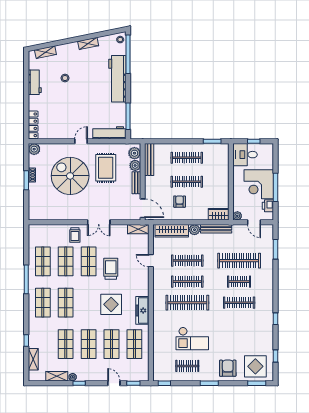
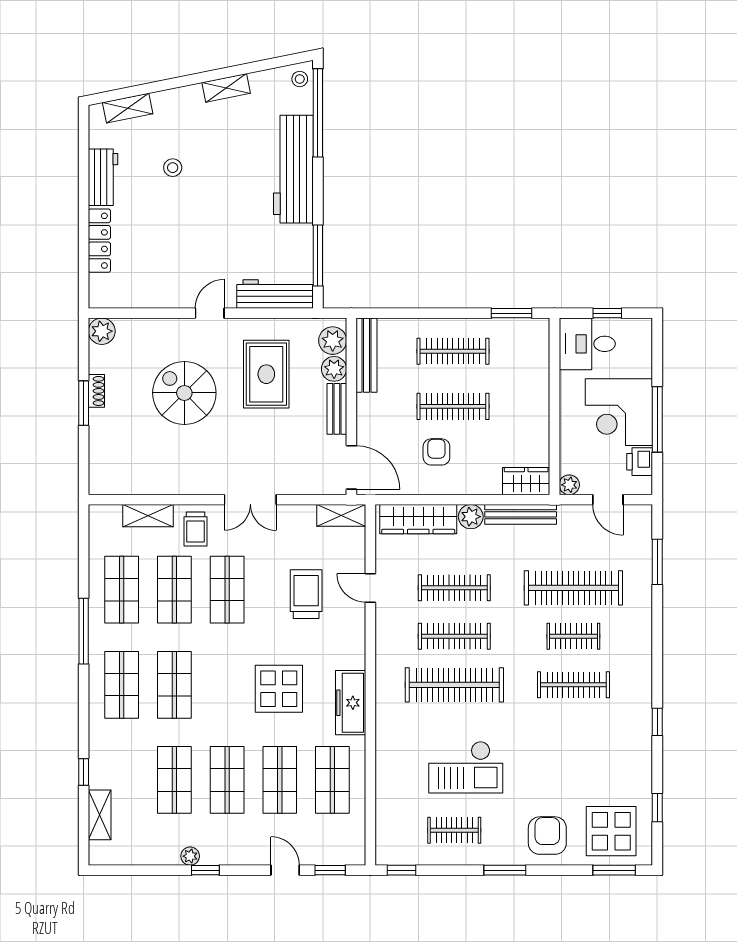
locker: (33, 125) -> (99, 241), moved
spiral stairs: (70, 176) -> (184, 393), width x0.73, depth x0.73
trolley: (111, 269) -> (306, 594), moved
shelving: (57, 376) -> (148, 516), moved

